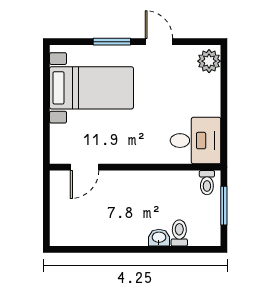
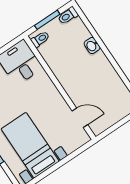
toilet: (179, 233) -> (68, 16), moved

